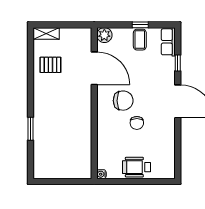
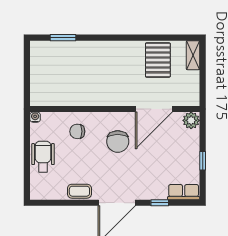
coffee table: (140, 40) -> (79, 191), moved
pallet: (50, 65) -> (158, 60), width x1.50, depth x1.42
chair: (137, 123) -> (77, 131), moved
window: (30, 129) -> (63, 38), moved

